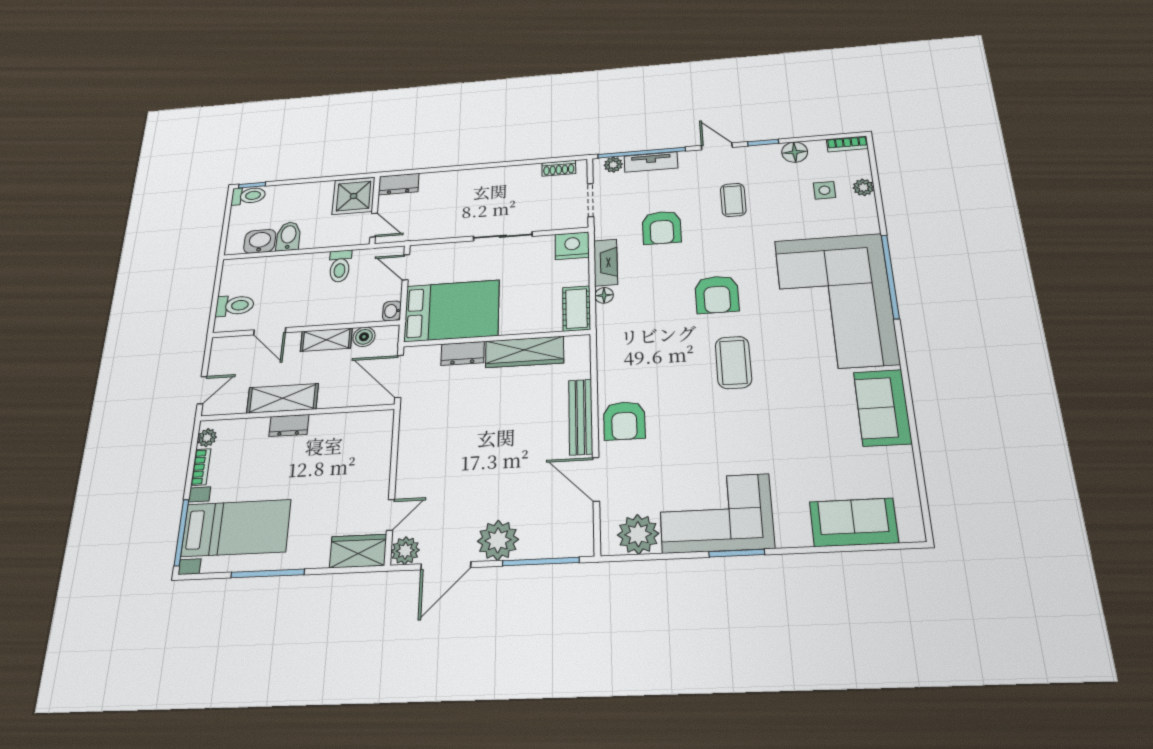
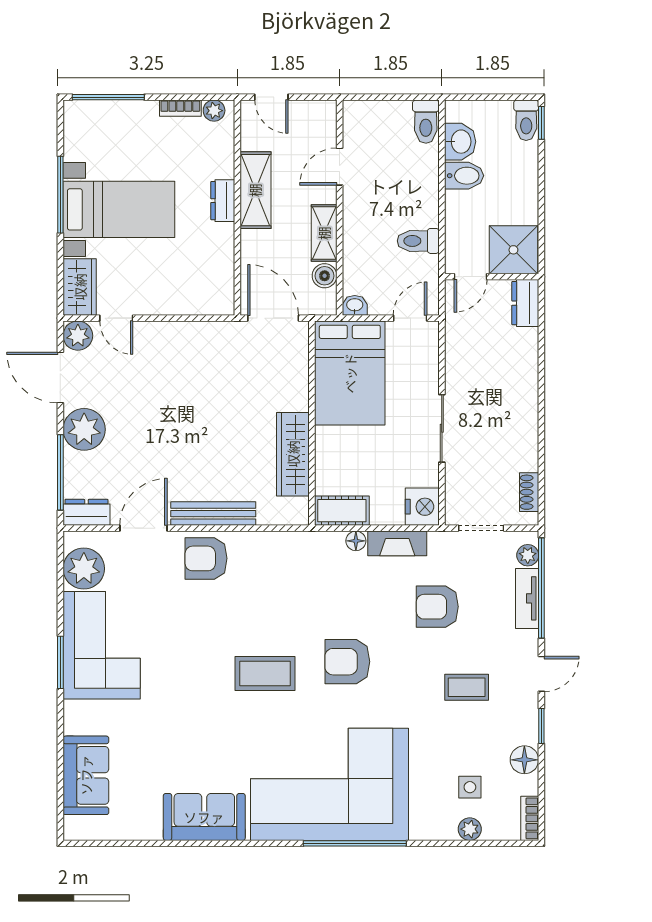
toilet: (235, 306) -> (426, 122), moved
dresser: (463, 353) -> (86, 512), moved, turned 90
door: (399, 376) -> (273, 318), hinge flipped
bed with nightstands: (236, 528) -> (119, 209), moved, turned -90

